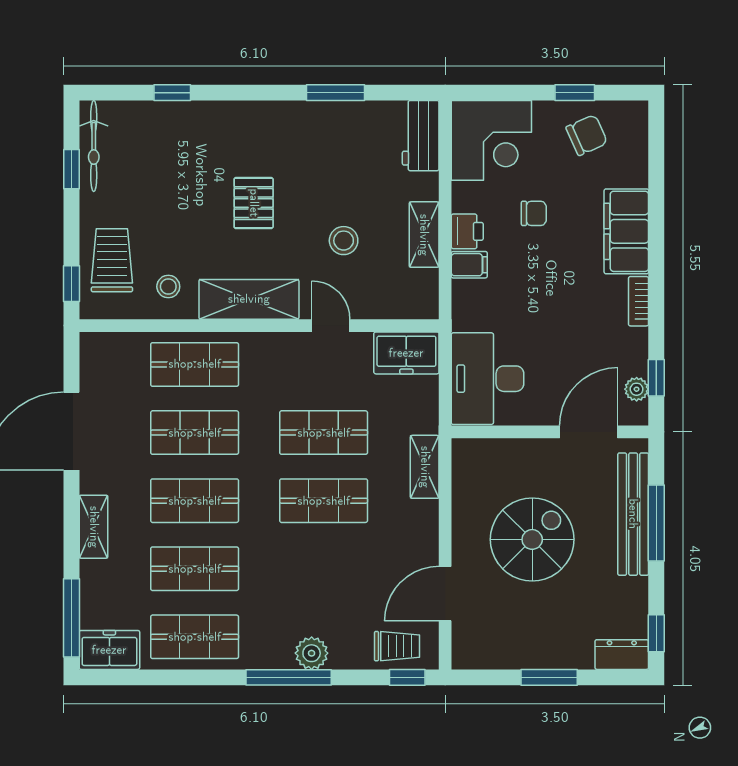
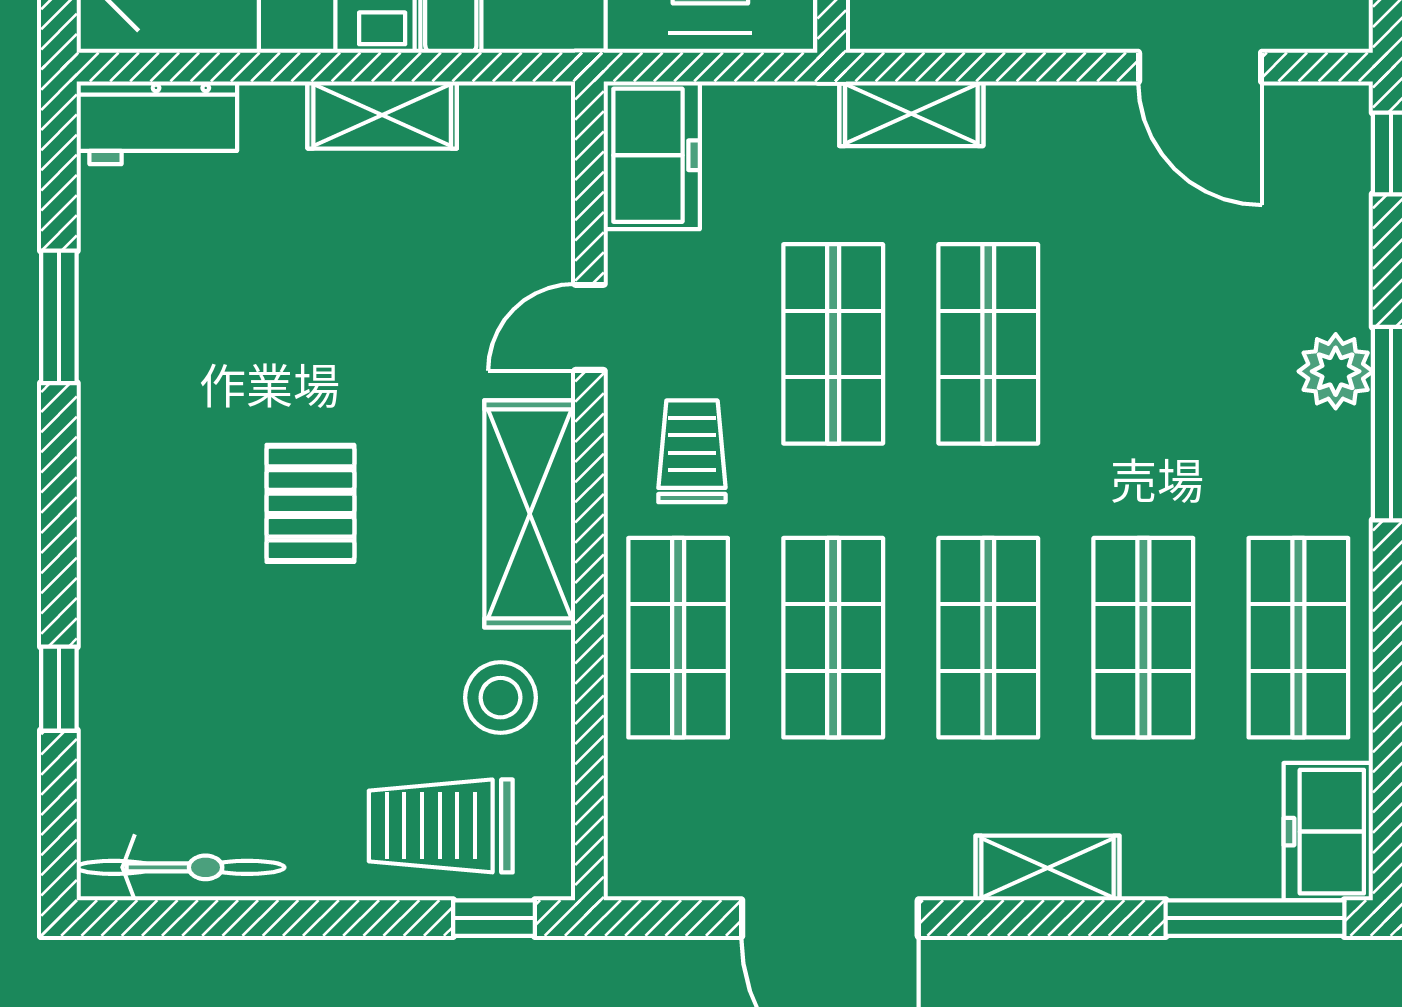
window: (71, 169) -> (233, 918), removed
pallet: (254, 203) -> (310, 503), turned 90
stool: (344, 241) -> (396, 298), removed
stool: (168, 287) -> (501, 698), width x1.37, depth x1.37
trolley: (397, 646) -> (692, 451), moved

